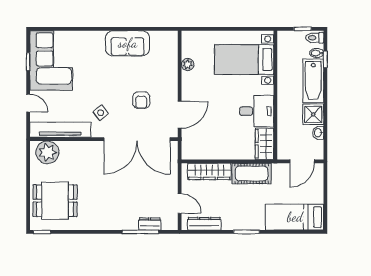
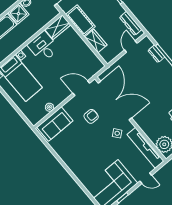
sofa: (128, 43) -> (55, 124), moved, turned 90
door: (28, 103) -> (146, 178), swing flipped
wardrobe: (209, 171) -> (96, 41), width x0.67

